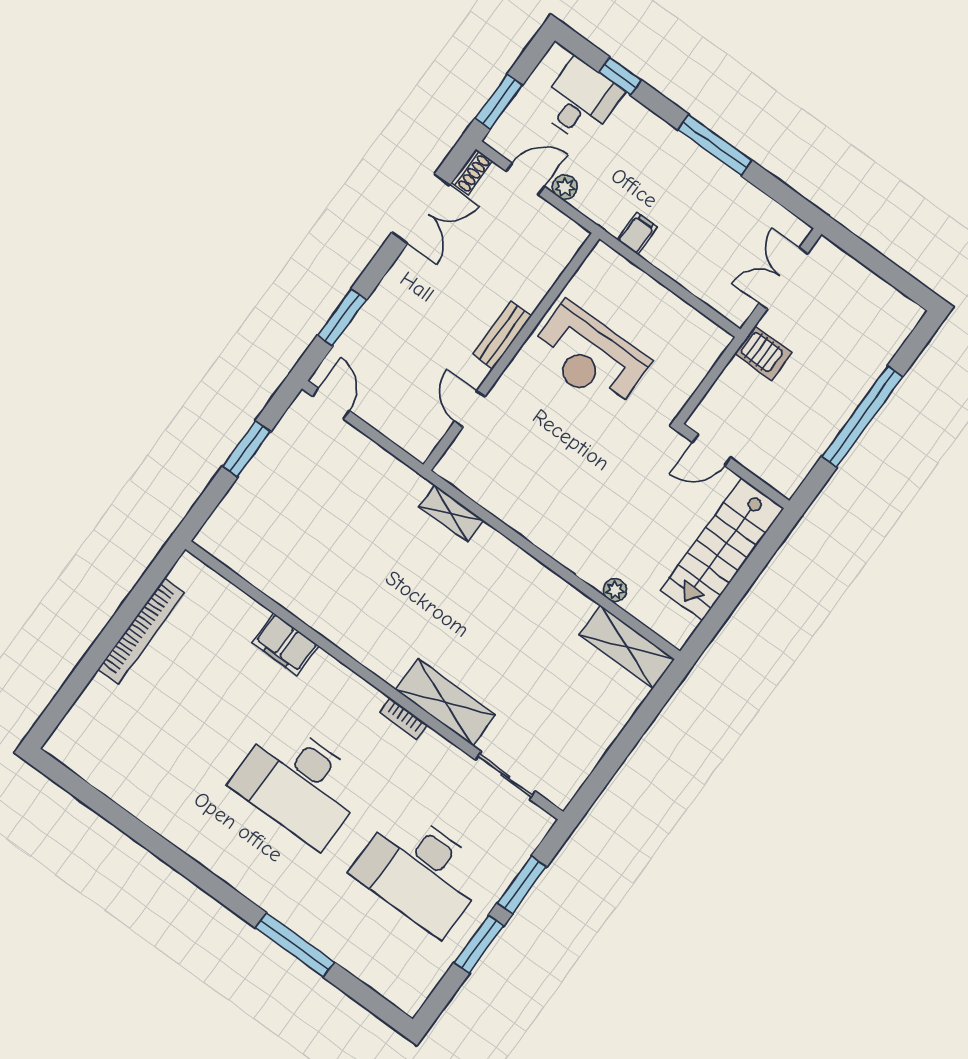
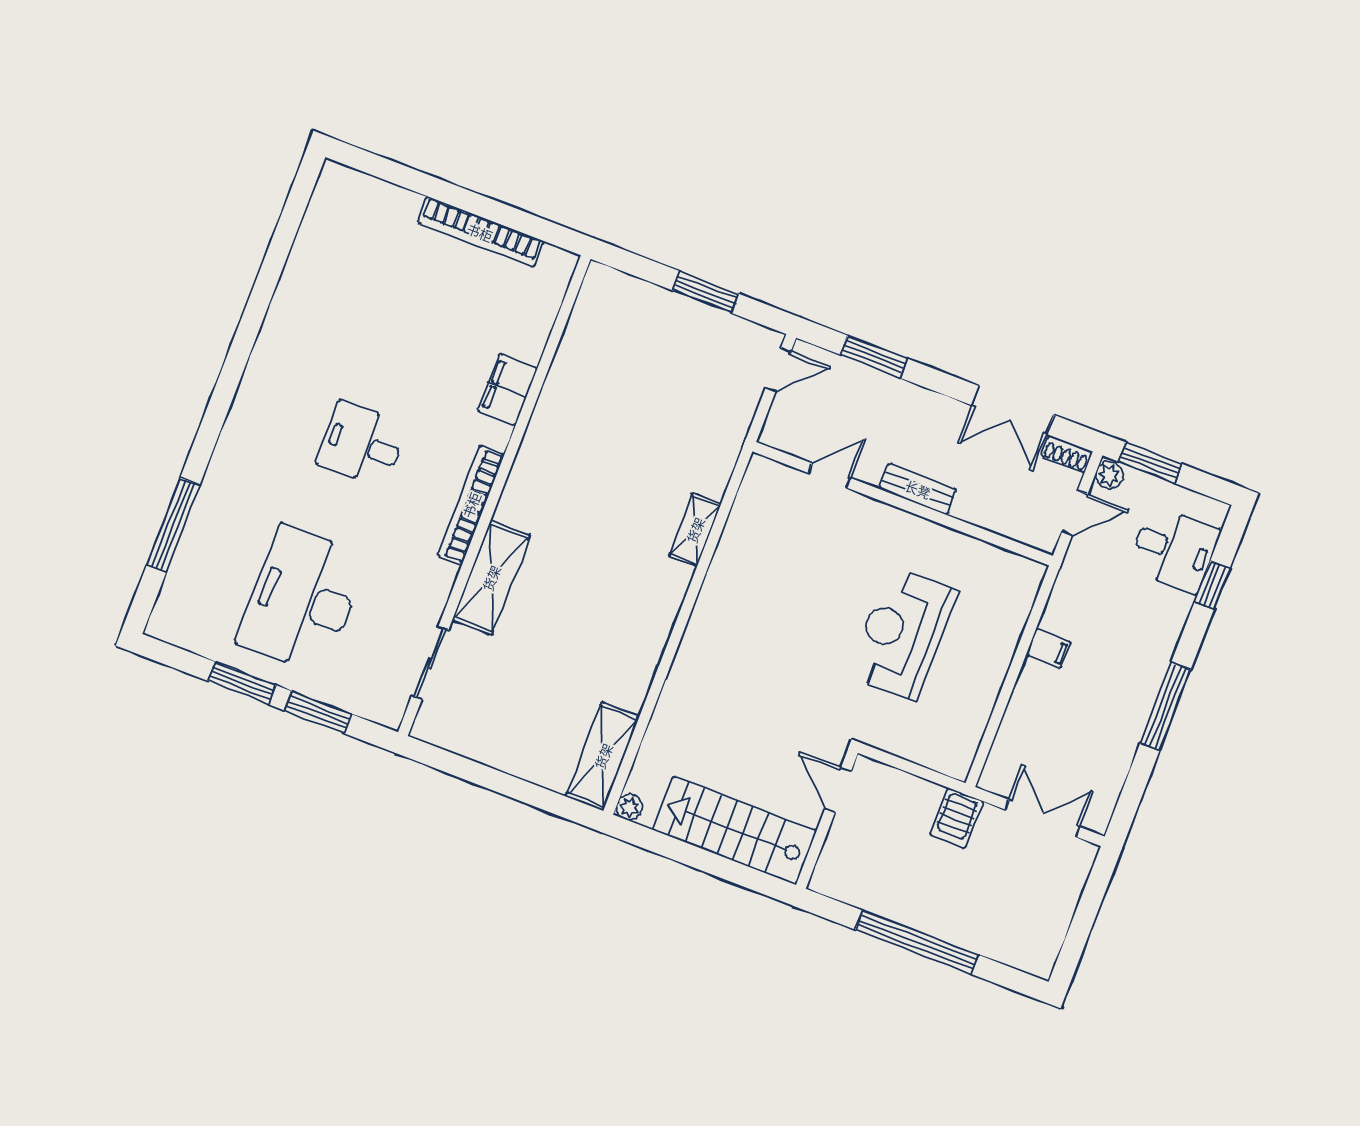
door: (525, 179) -> (1075, 513), hinge flipped
plant: (565, 187) -> (1109, 475), moved
bench: (502, 335) -> (918, 489), moved
wall: (511, 352) -> (903, 504), moved
door: (470, 409) -> (829, 476), moved
plant: (615, 590) -> (629, 807), moved
bookcase: (404, 719) -> (471, 505), width x2.31, depth x1.31
desk: (299, 784) -> (362, 445), width x0.53, depth x0.77
window: (295, 945) -> (173, 525), moved

